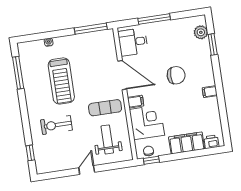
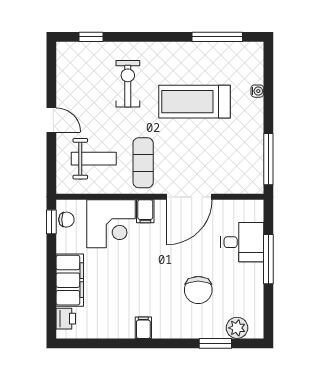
desk: (133, 42) -> (242, 242), moved, turned 90
chair: (176, 75) -> (198, 290), moved

